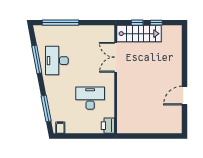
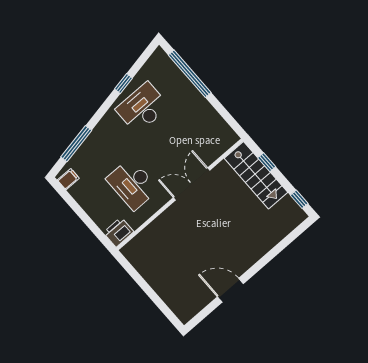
window: (156, 23) -> (299, 199), moved
double door: (116, 57) -> (192, 184), moved
window: (37, 59) -> (124, 83), width x0.46
desk: (90, 98) -> (132, 184), turned 180

